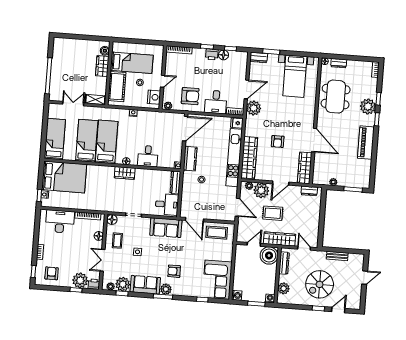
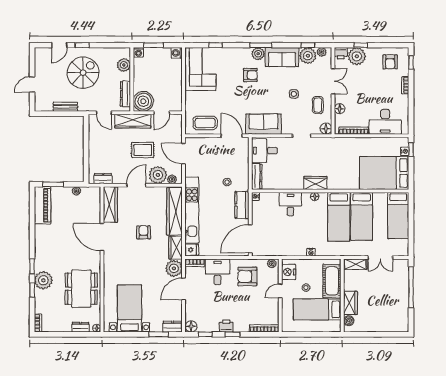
floor lamp: (224, 55) -> (191, 326), moved
wardrobe: (251, 126) -> (176, 248), added
piano: (366, 143) -> (43, 205), moved

